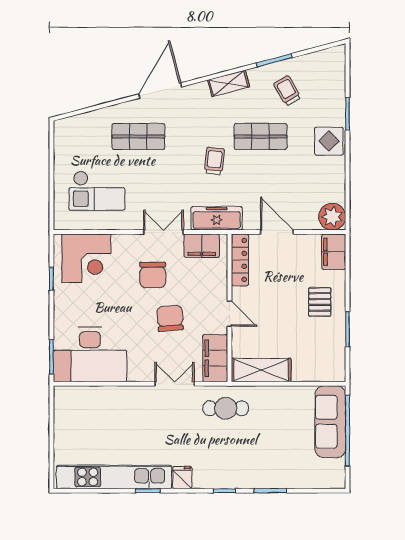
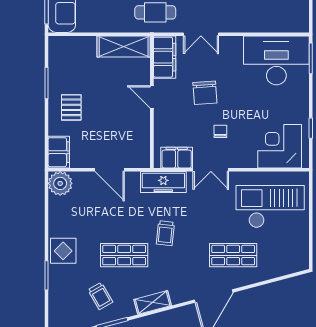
checkout: (97, 191) -> (270, 207), width x1.36, depth x1.21
locker: (240, 260) -> (143, 145), removed
chair: (153, 275) -> (220, 131), width x0.54, depth x0.54

